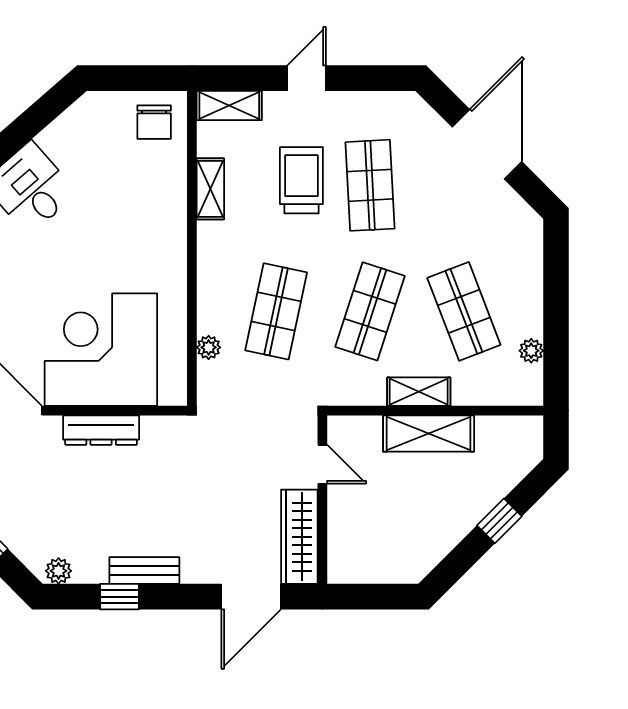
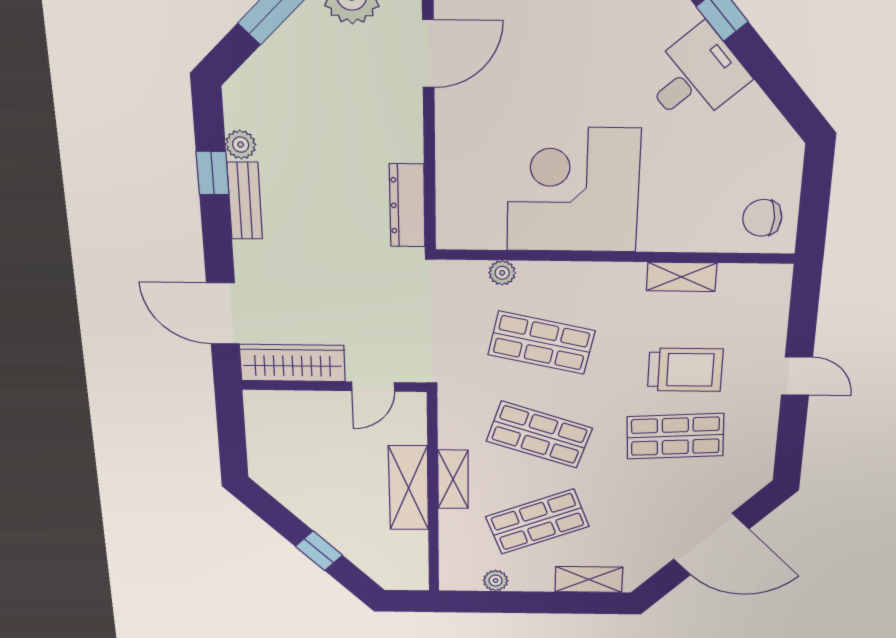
shelving: (229, 106) -> (589, 579), moved, turned 90
corner desk: (101, 350) -> (573, 190), moved, turned -90
dresser: (101, 430) -> (407, 205), moved
plant: (59, 571) -> (241, 145), moved

